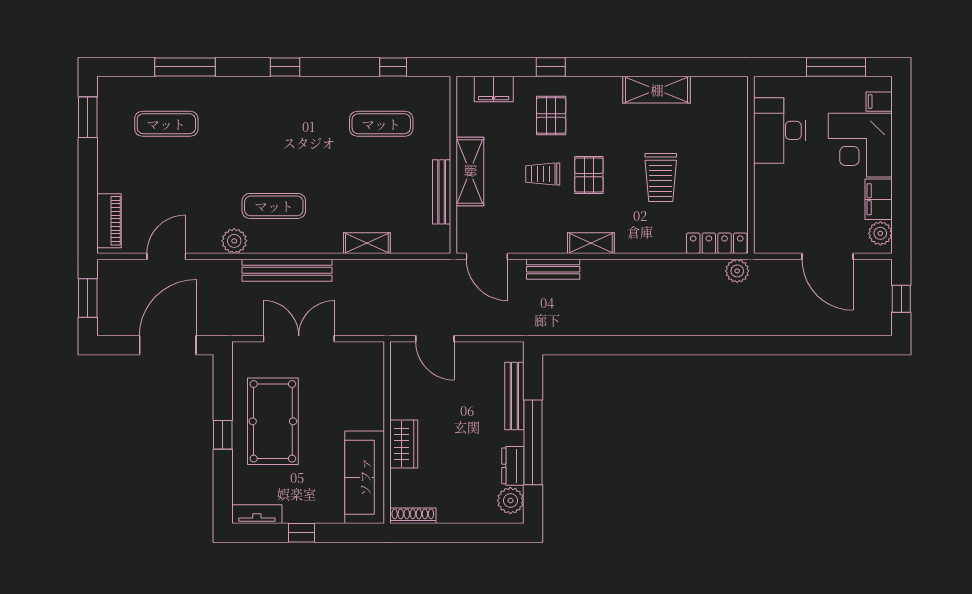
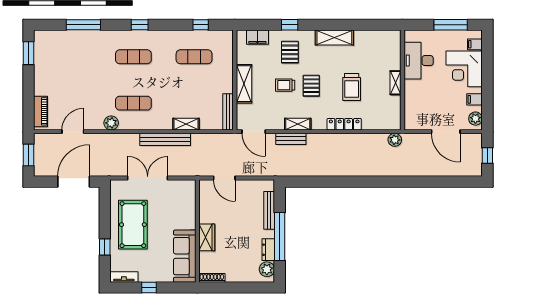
shelving: (657, 90) -> (334, 38), moved
exercise mat: (166, 124) -> (133, 57), moved
shelving: (738, 170) -> (396, 83), added
bench: (442, 192) -> (228, 112), moved
filing cabinet: (879, 199) -> (475, 99), width x0.50
shelving: (591, 243) -> (298, 124), moved
locker: (717, 243) -> (344, 124), moved
bench: (287, 270) -> (165, 139), moved
window: (223, 435) -> (105, 247), moved

